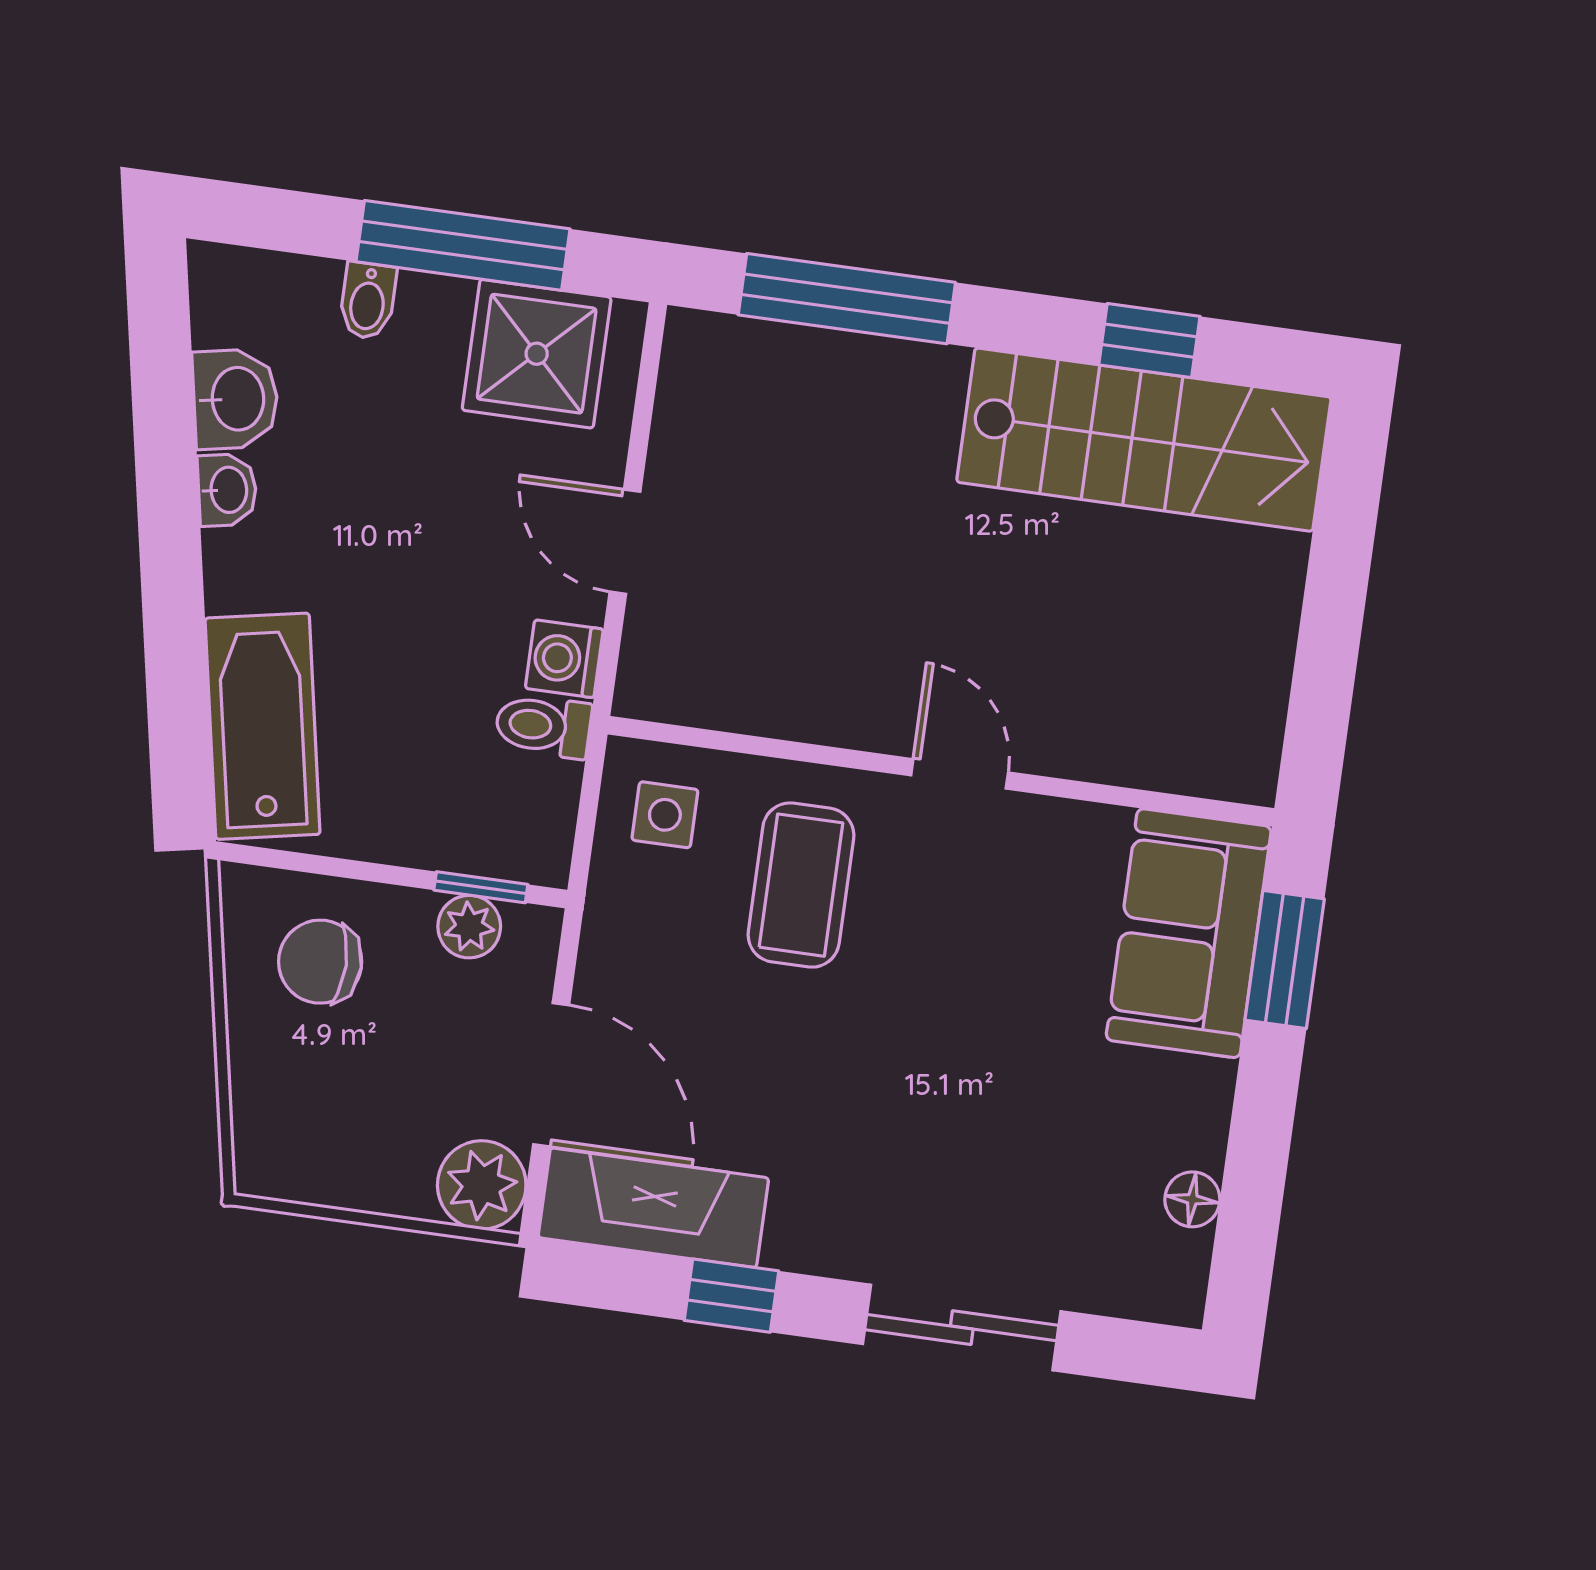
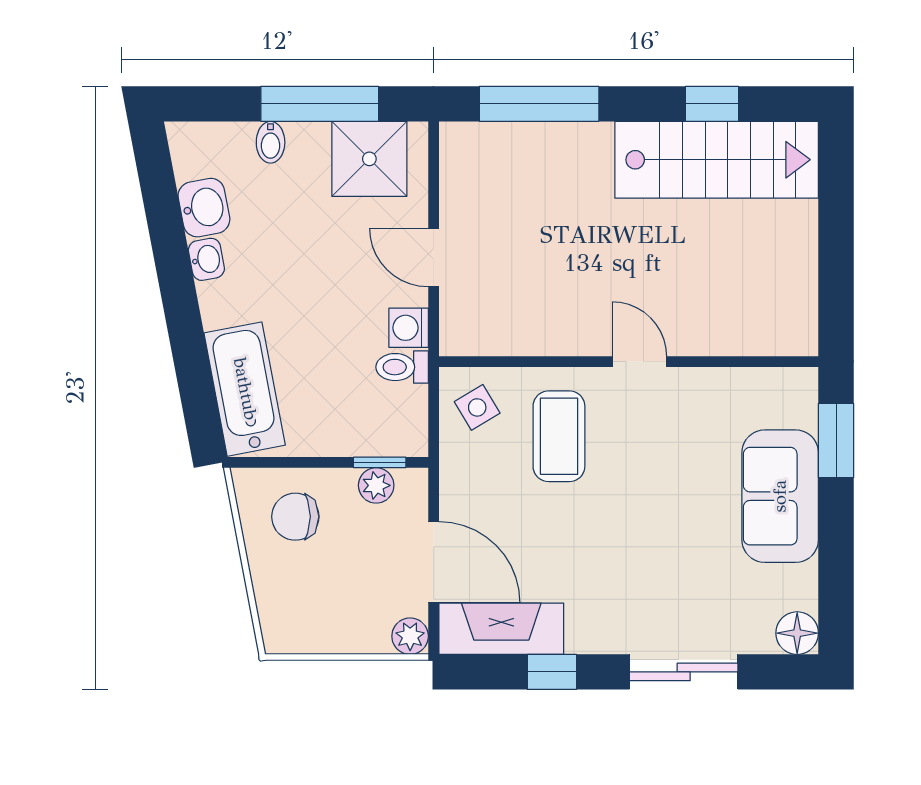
side table: (665, 815) -> (477, 407), turned -31
sofa: (1189, 933) -> (780, 496), moved
plant: (482, 1185) -> (410, 636), width x0.73, depth x0.73
floor lamp: (1192, 1199) -> (797, 633), moved, width x1.37, depth x1.37

